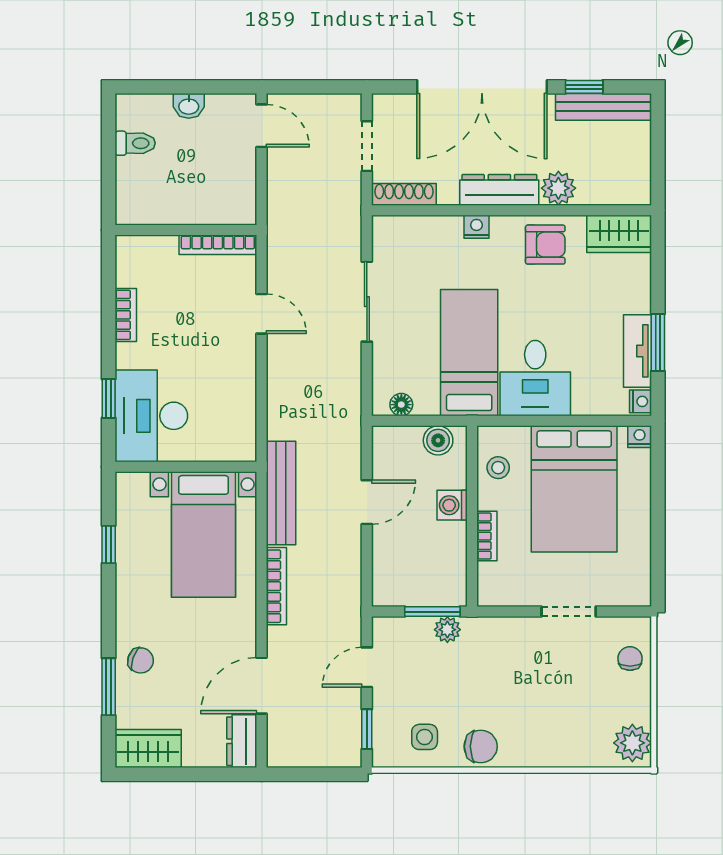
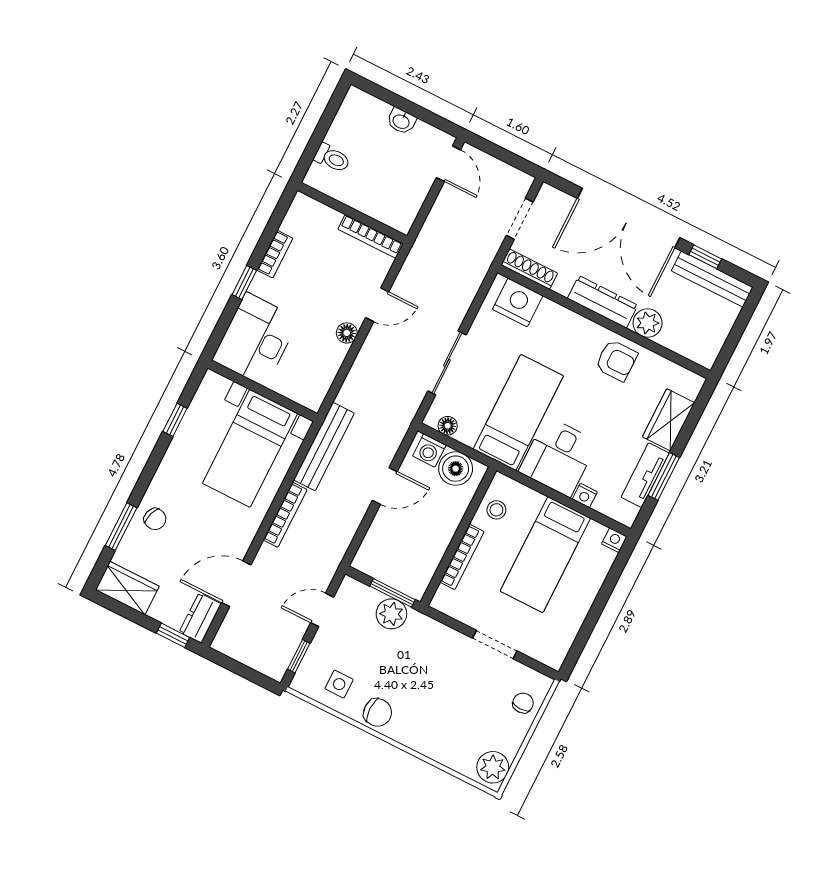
toilet: (135, 143) -> (332, 158), moved
nightstand: (476, 227) -> (518, 303), moved, width x1.89, depth x1.79
wardrobe: (619, 234) -> (669, 420), moved, turned 90
sliding door: (367, 302) -> (447, 363), moved
door: (262, 314) -> (377, 305), hinge flipped
floor lamp: (244, 360) -> (347, 333), added
window: (109, 399) -> (244, 283), moved
nightstand: (641, 401) -> (585, 496), moved, turned 90
boiler: (438, 440) -> (456, 469), width x1.36, depth x1.36
bed: (574, 489) -> (545, 555), width x0.67
washing machine: (452, 505) -> (429, 451), moved, turned -90
bookcase: (487, 536) -> (462, 557), width x1.56
plant: (447, 630) -> (391, 614), width x1.38, depth x1.38
window: (222, 774) -> (173, 635), added

